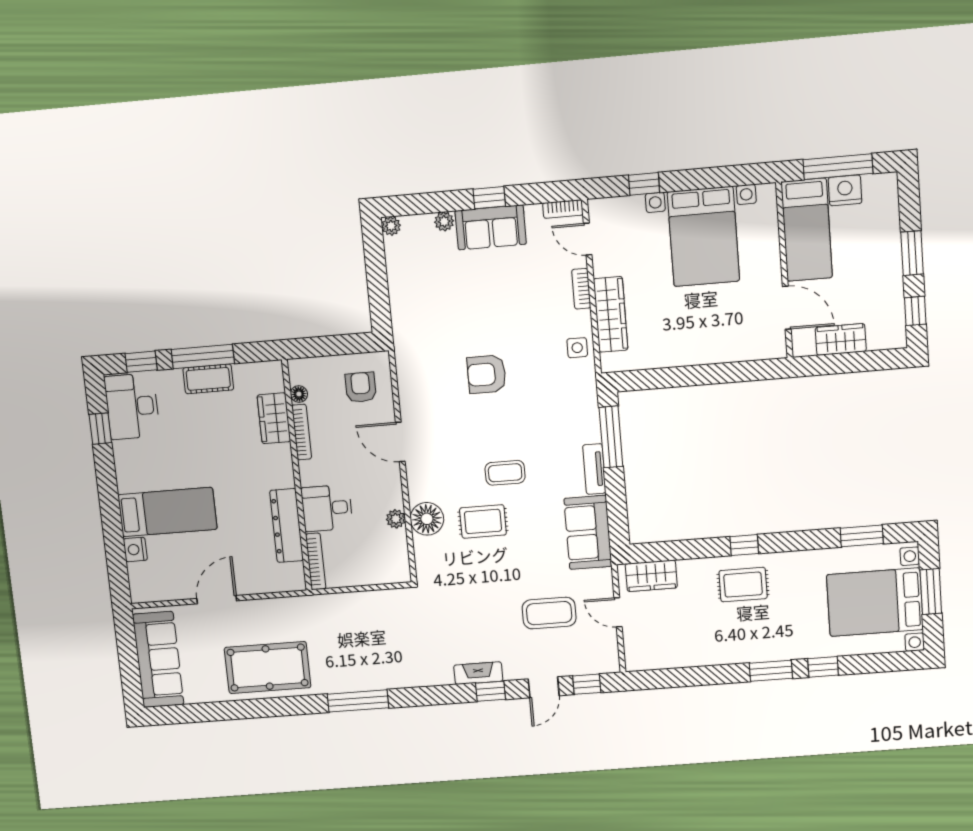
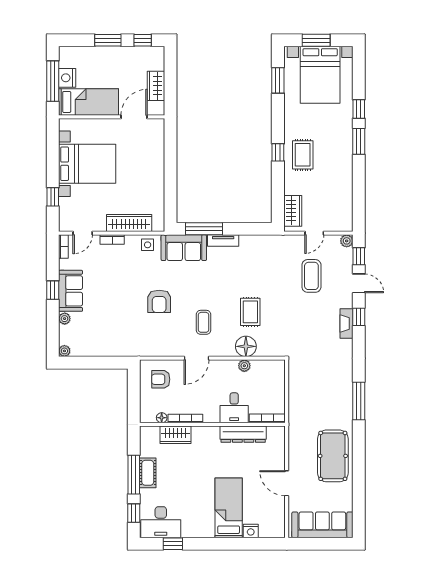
coffee table: (505, 473) -> (203, 322), moved
sofa: (588, 532) -> (184, 248), moved
plant: (610, 664) -> (347, 241), added

